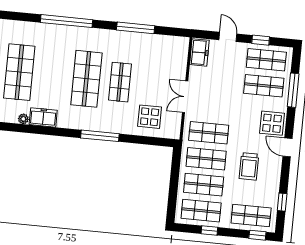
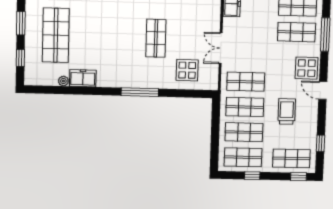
shop shelf: (86, 79) -> (123, 37), removed
trolley: (249, 166) -> (287, 111), turned 180

